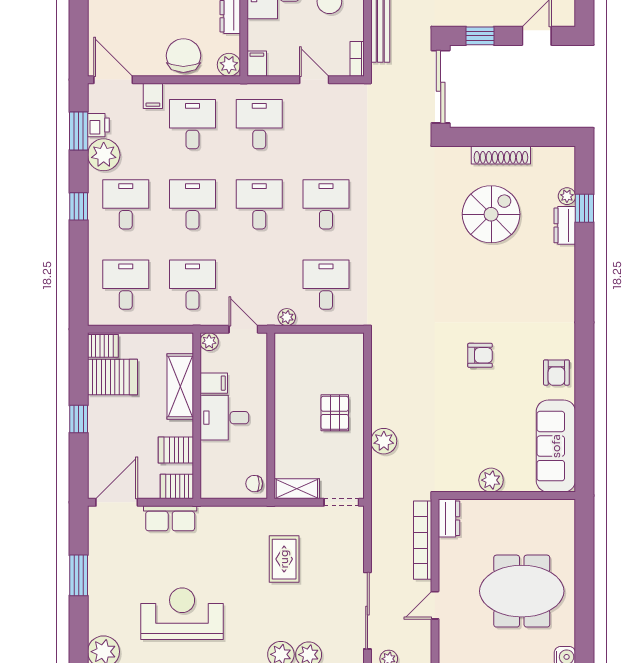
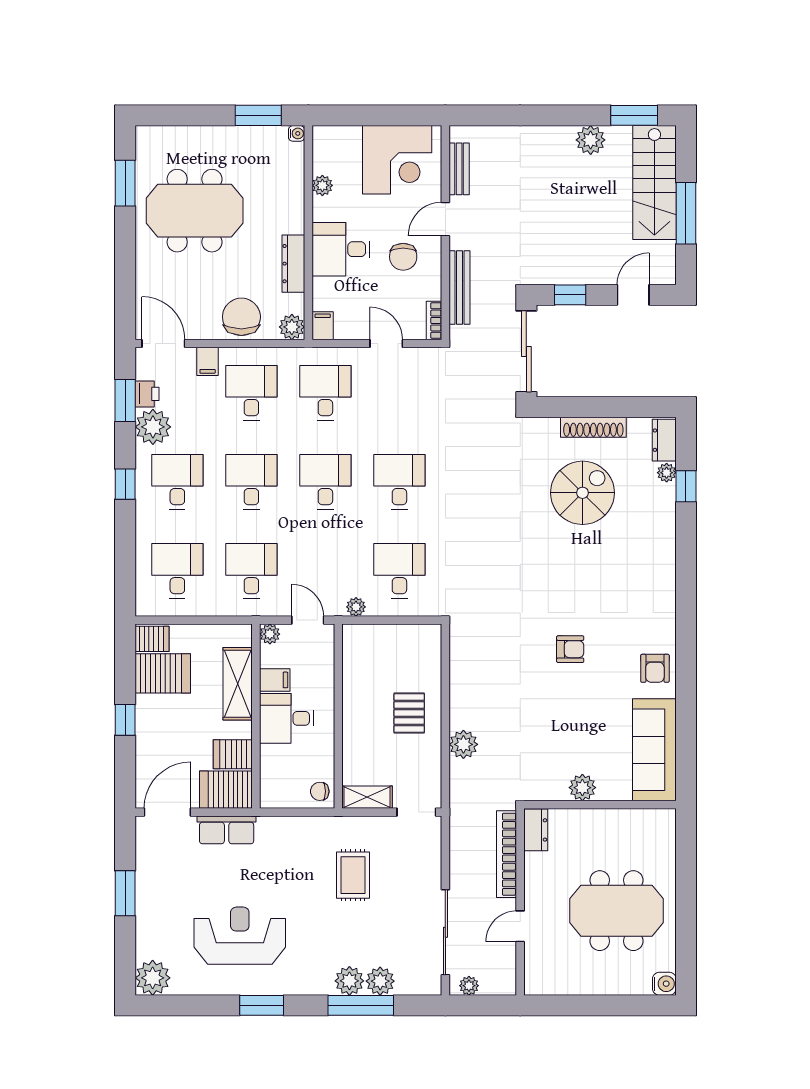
dresser: (565, 225) -> (664, 440), moved
server rack: (177, 486) -> (226, 790), width x1.36, depth x1.44

